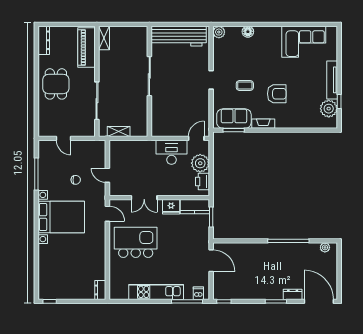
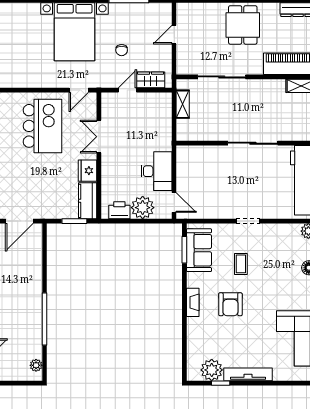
dining table: (56, 84) -> (243, 25), turned 90
fireplace: (263, 124) -> (193, 302), moved
wardrobe: (99, 157) -> (151, 80), added

